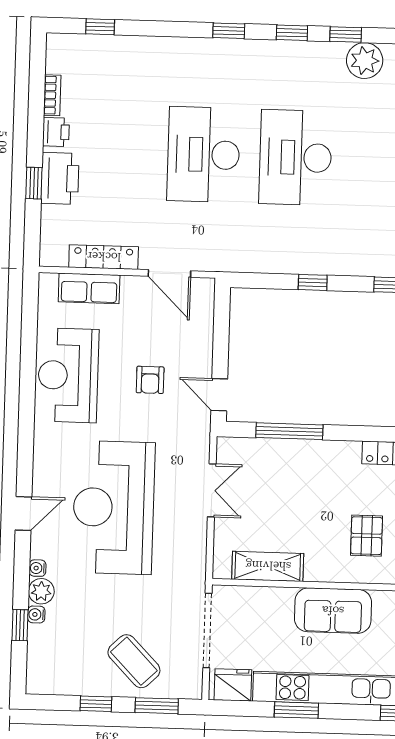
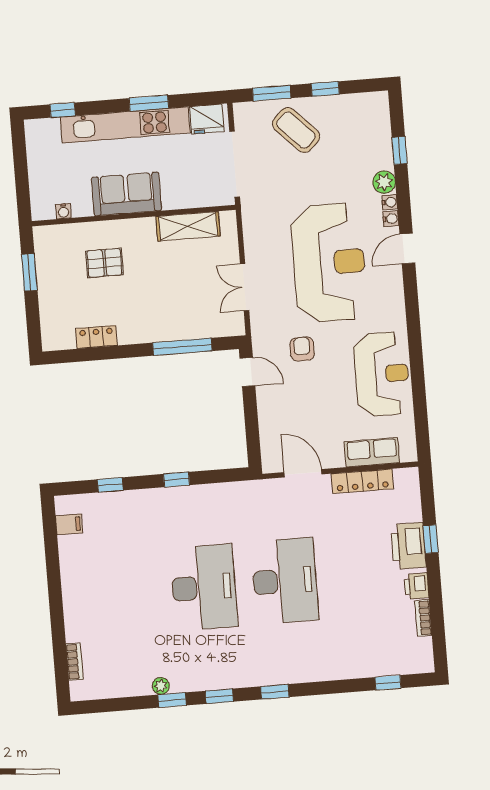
plant: (365, 61) -> (161, 686), width x0.53, depth x0.53
armchair: (150, 380) -> (302, 349), moved
pallet: (367, 536) -> (104, 263), turned 90
water cooler: (36, 614) -> (391, 219), moved

